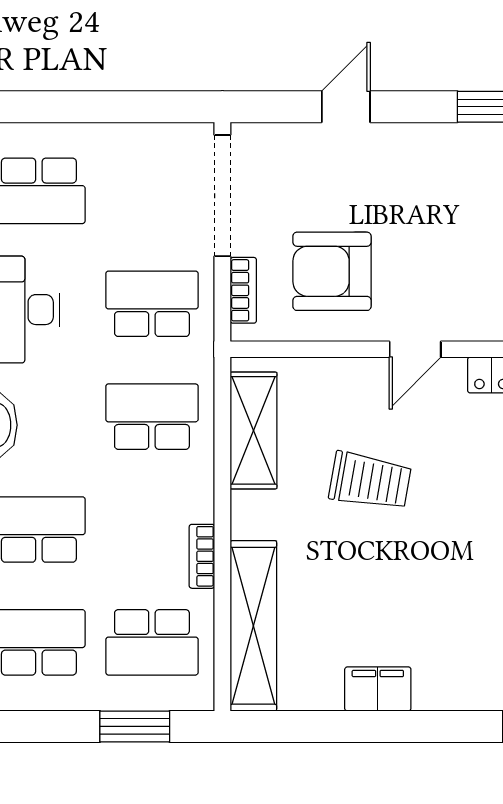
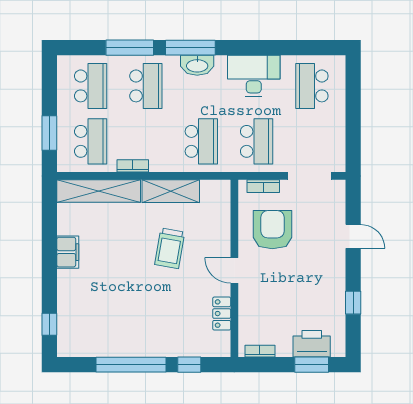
doorway: (222, 196) -> (310, 176), width x0.73
shelving: (254, 430) -> (171, 191), moved
school desk: (152, 642) -> (91, 141), turned 180

